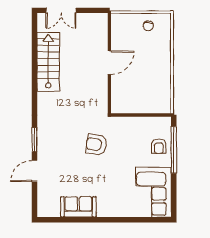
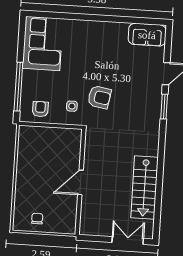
side table: (122, 135) -> (72, 106), added
armchair: (159, 146) -> (40, 109), moved
sofa: (78, 207) -> (147, 35), moved

